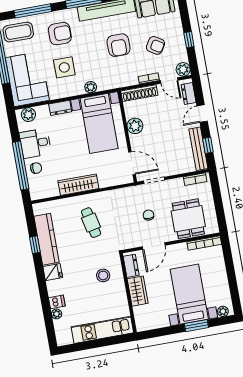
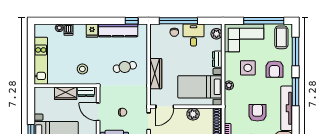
armchair: (119, 45) -> (257, 113), turned 90
wardrobe: (78, 185) -> (156, 74), moved
window: (35, 245) -> (132, 21), moved

